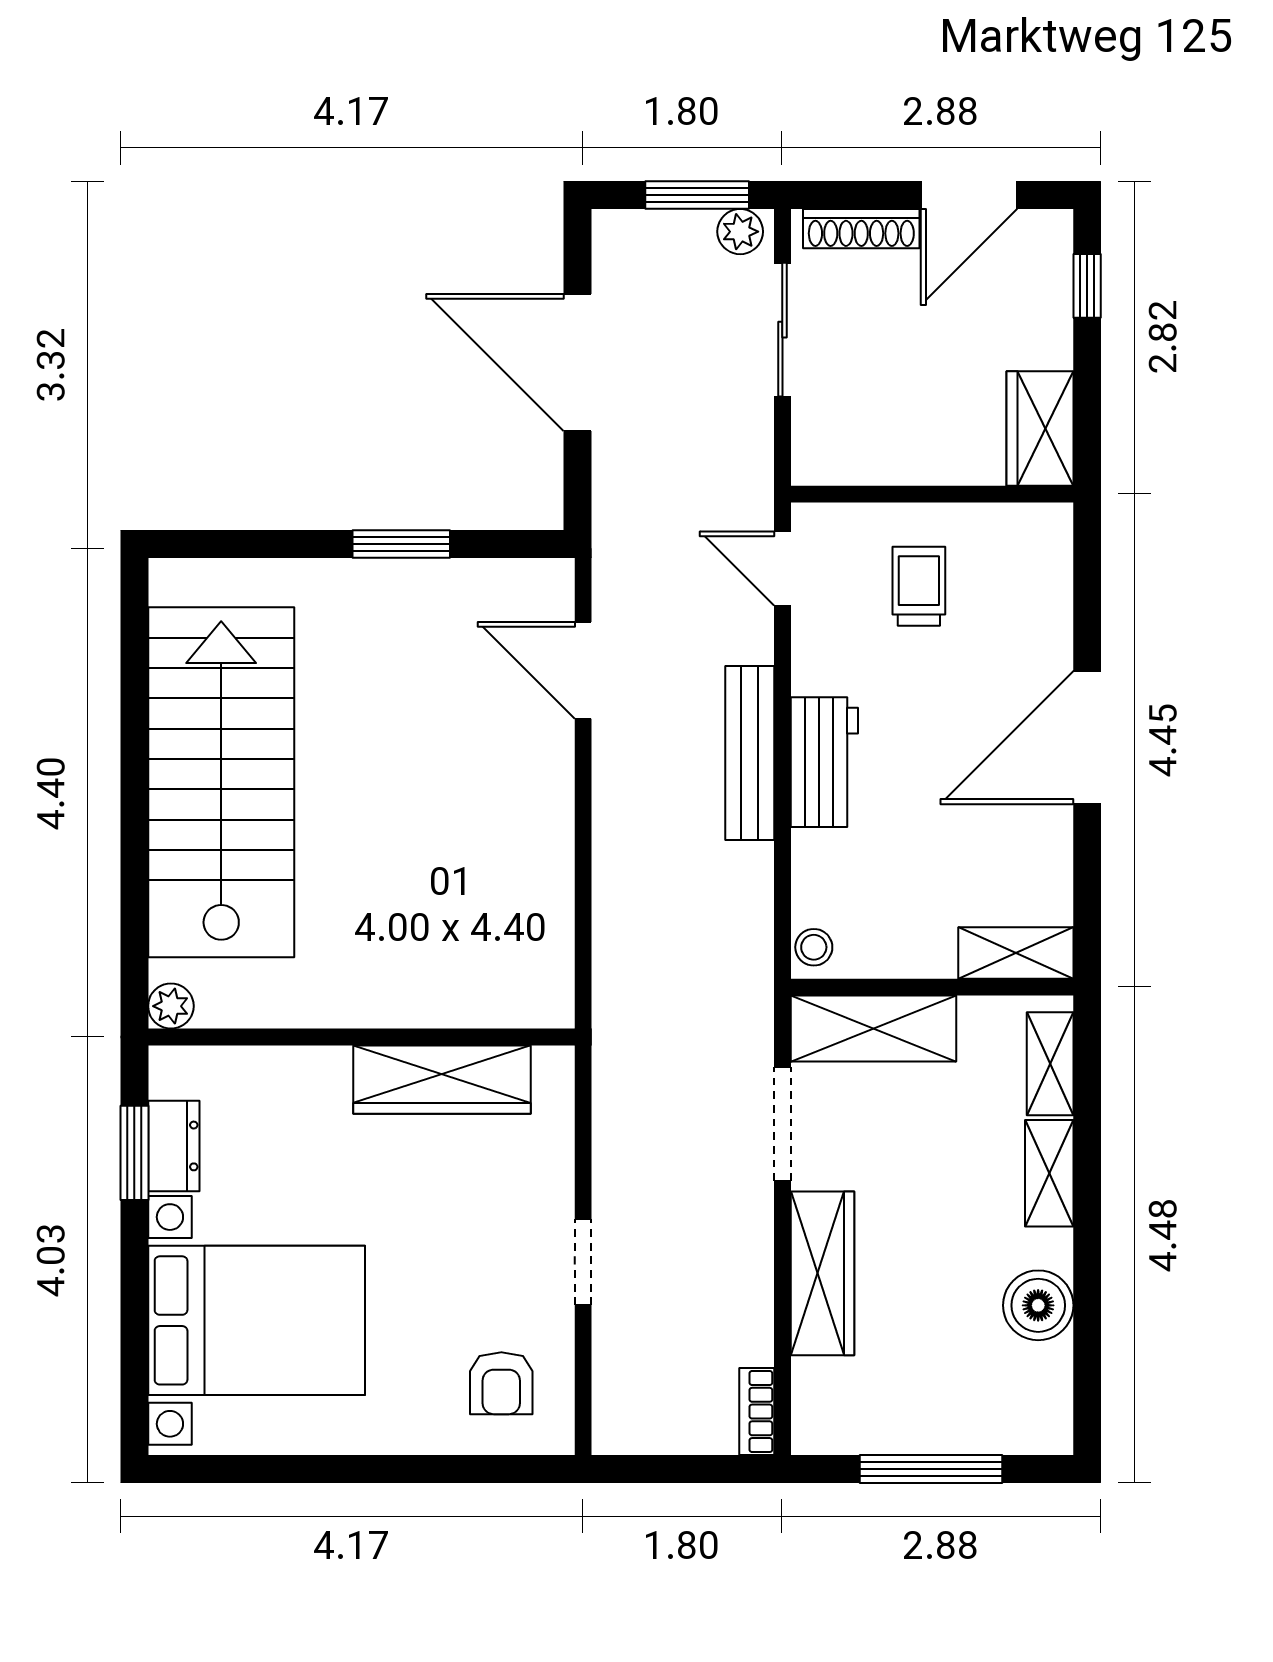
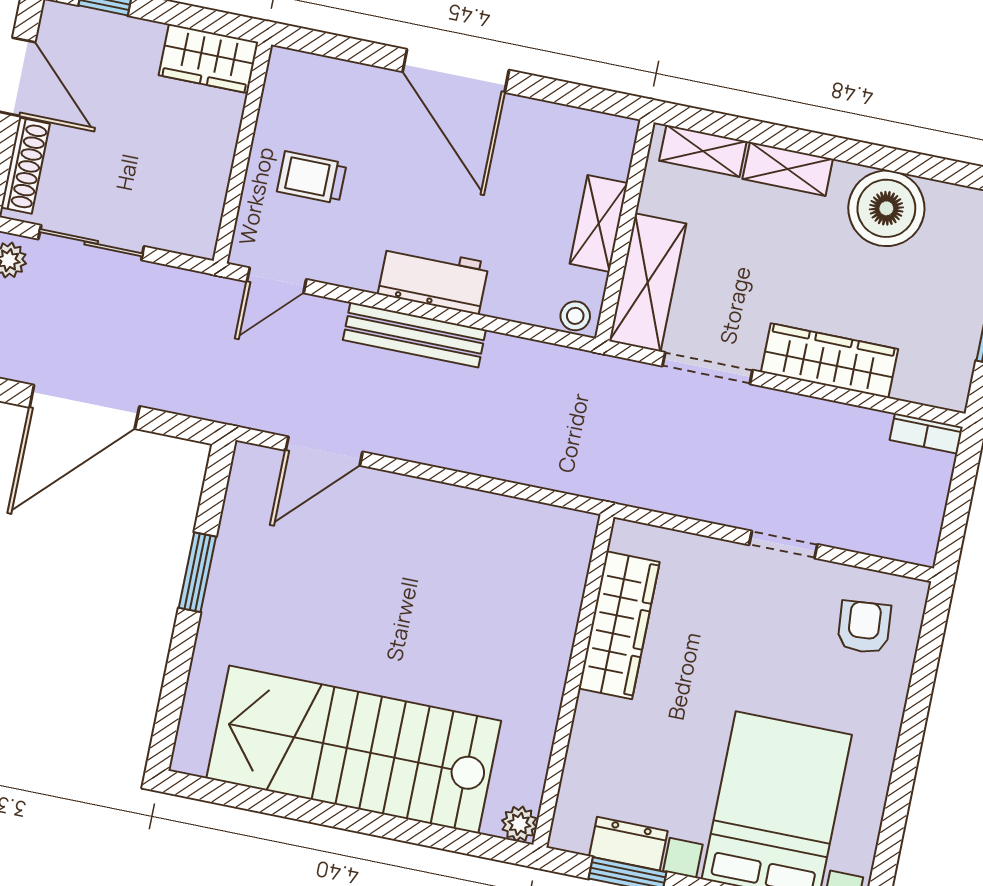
shelving: (1016, 953) -> (599, 223), moved
boiler: (1038, 1305) -> (886, 208), width x1.37, depth x1.37
armchair: (501, 1383) -> (864, 627), turned -95

